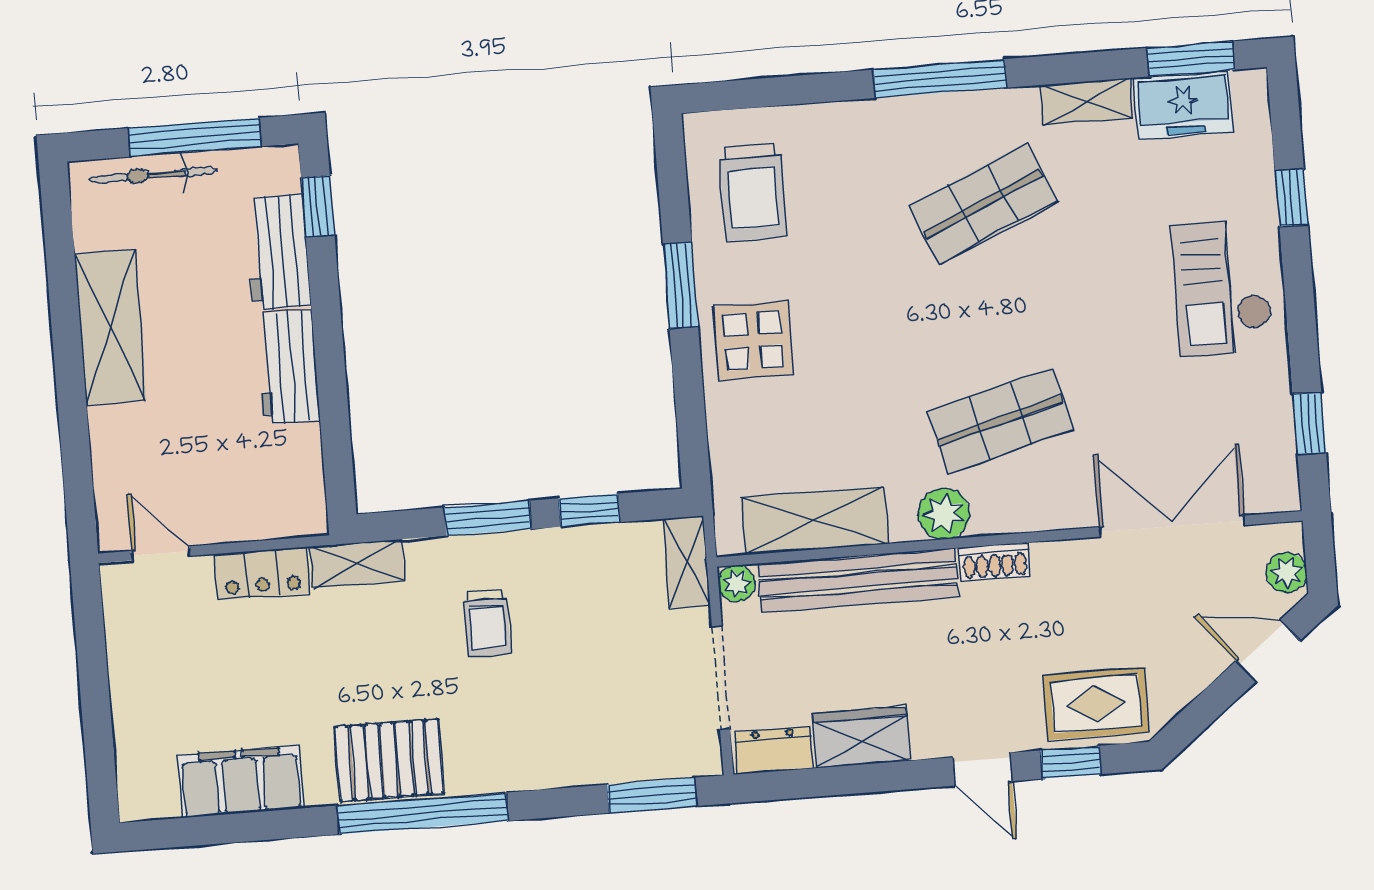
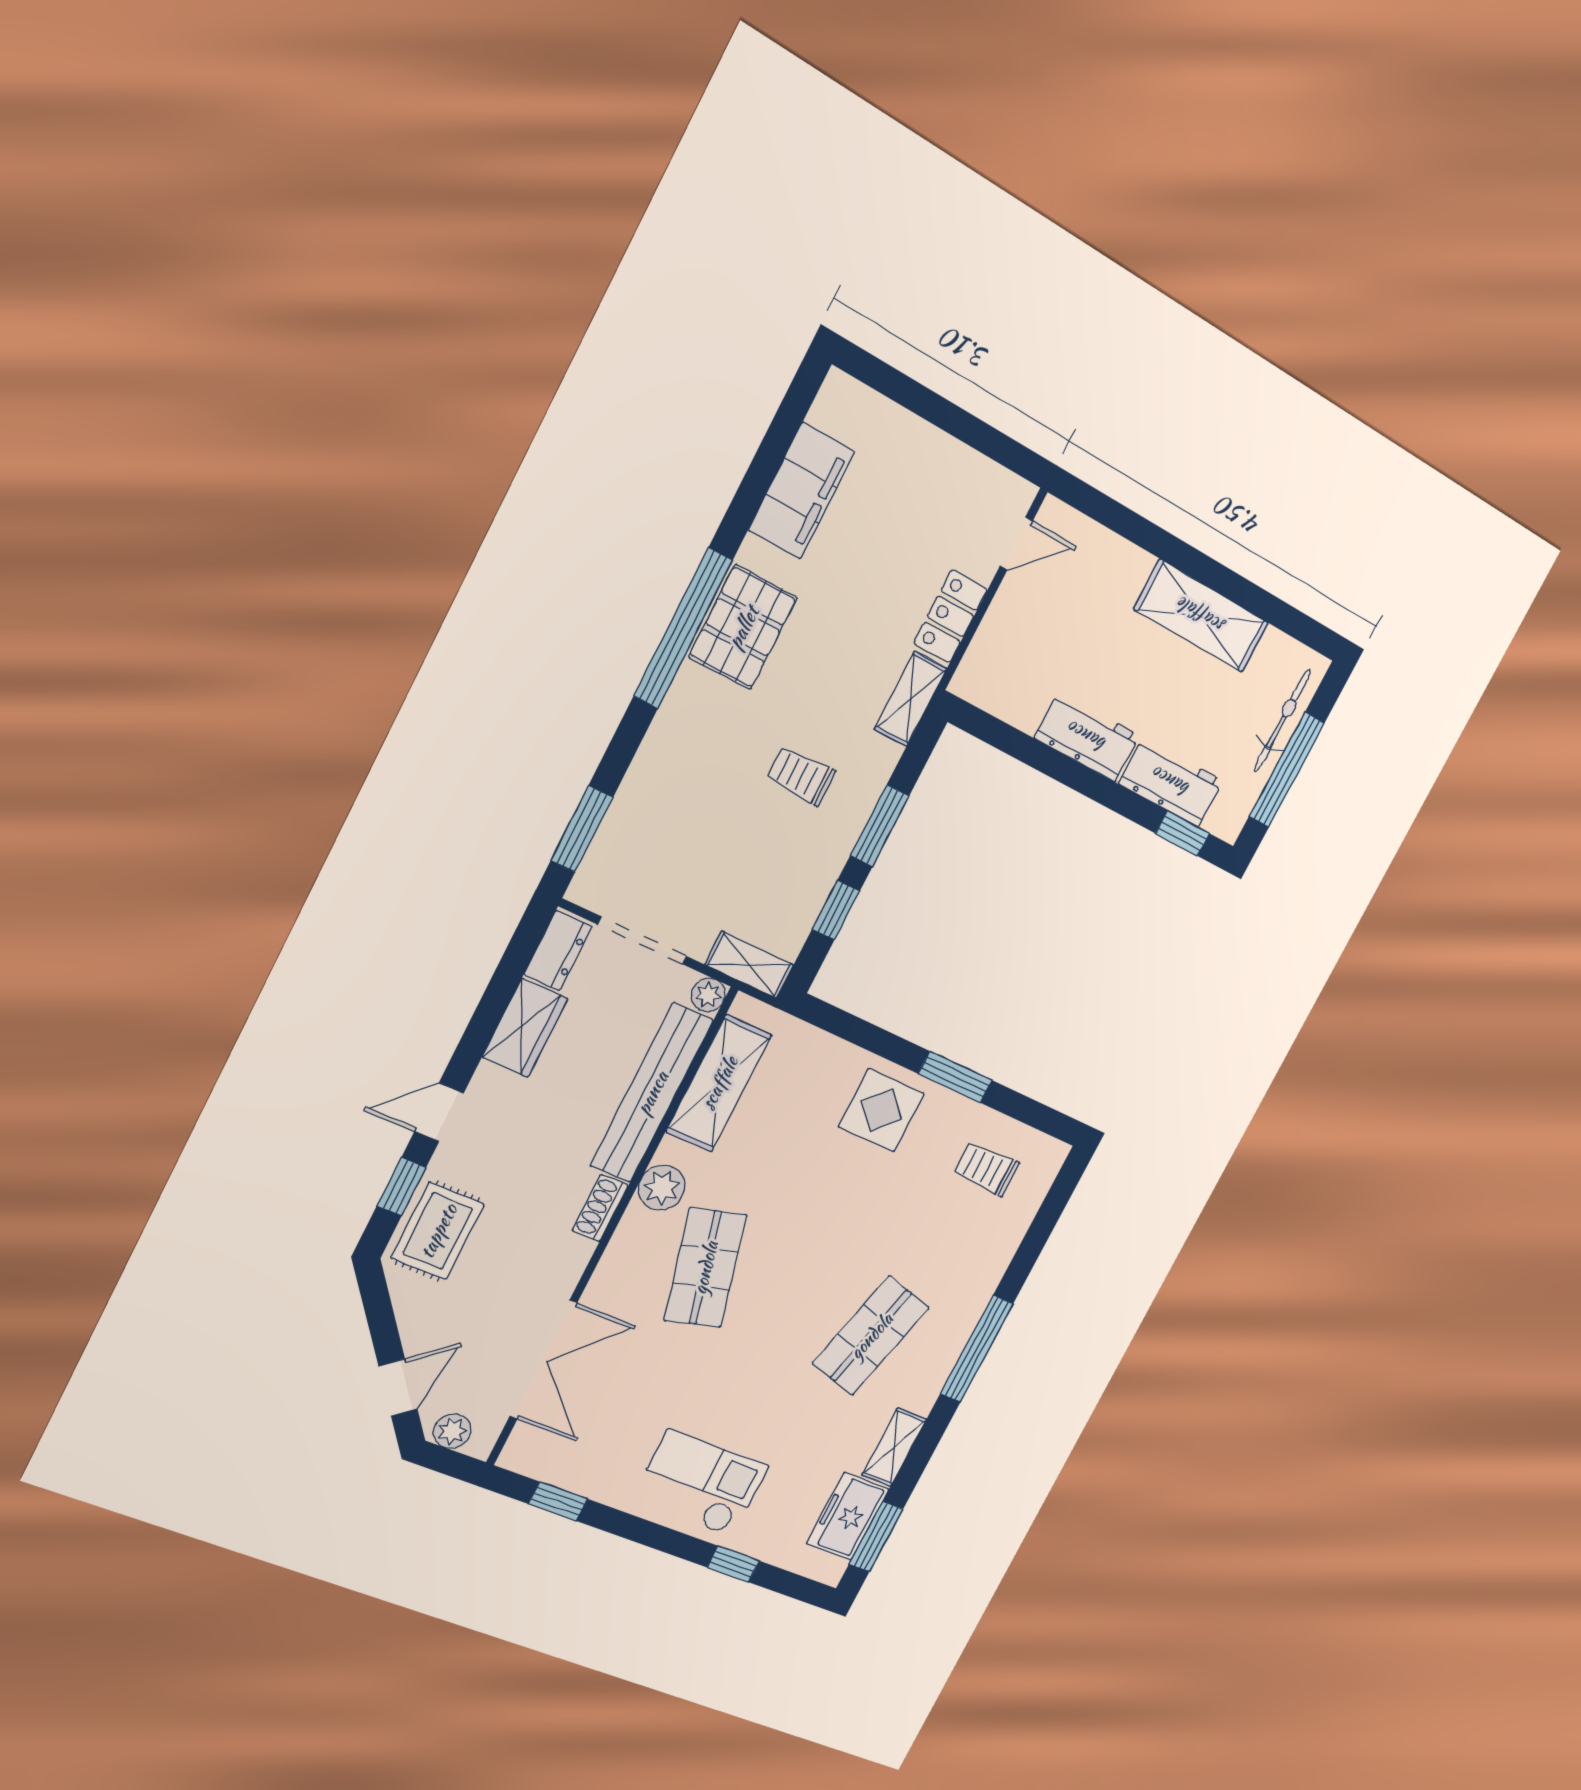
trolley: (753, 191) -> (986, 1169), width x0.73, depth x0.72
shop shelf: (983, 204) -> (871, 1336), turned 39

